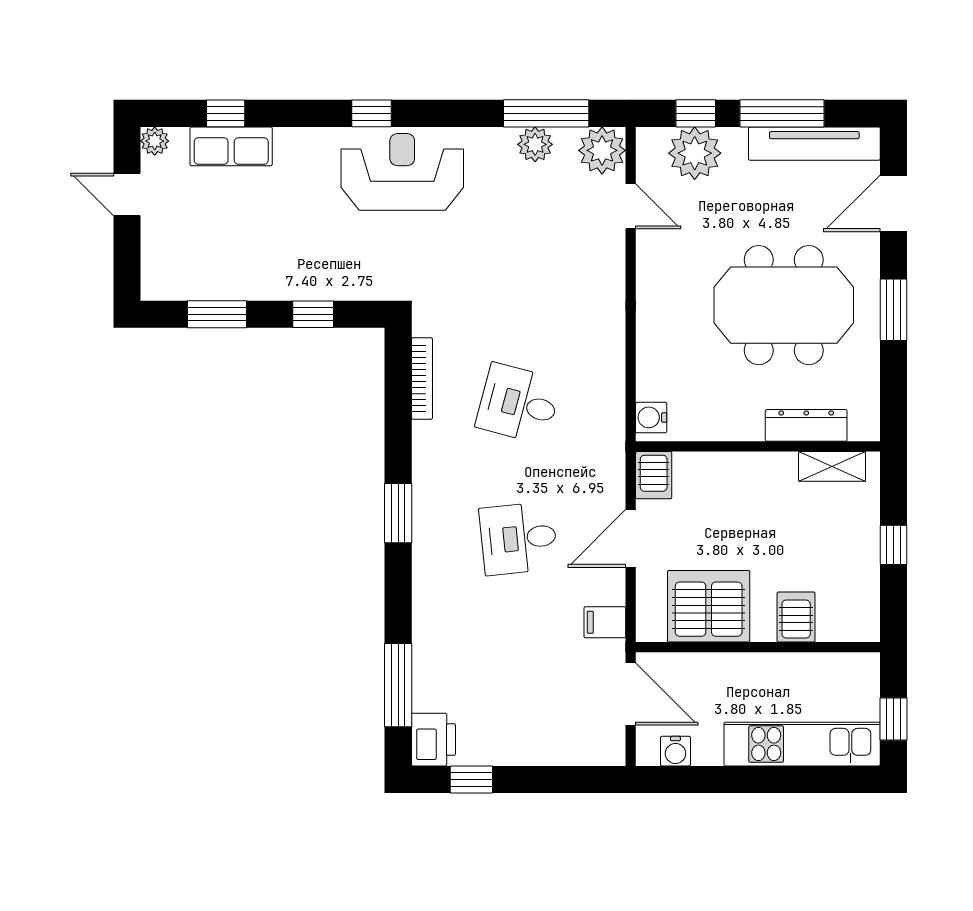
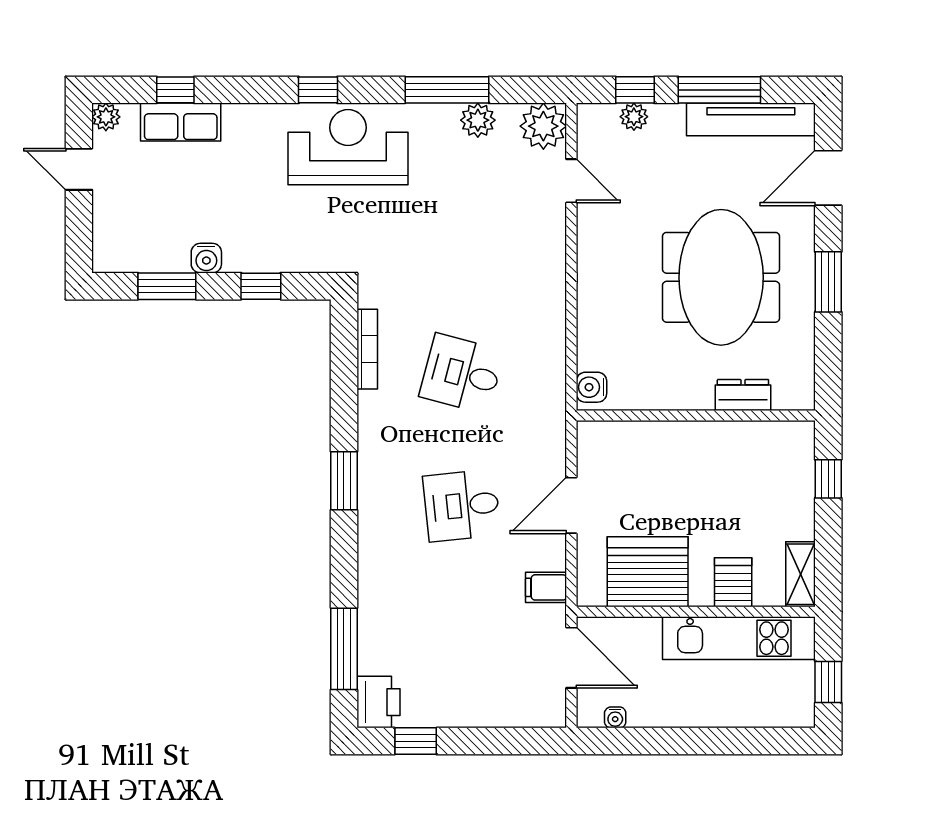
window: (546, 113) -> (447, 90), moved
plant: (695, 153) -> (634, 117), width x0.53, depth x0.53
water cooler: (257, 285) -> (206, 258), added
meeting table: (784, 305) -> (721, 277), turned 90
dresser: (806, 425) -> (743, 395), width x0.70
shelving: (832, 466) -> (800, 574), moved, turned 90
server rack: (654, 475) -> (594, 444), removed
window: (893, 545) -> (828, 479), moved
kitchen unit: (802, 744) -> (739, 638), moved, turned 180
water cooler: (675, 751) -> (615, 717), width x0.72, depth x0.72

